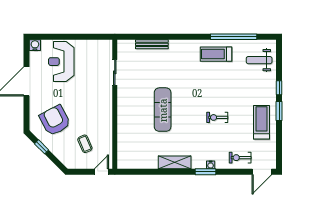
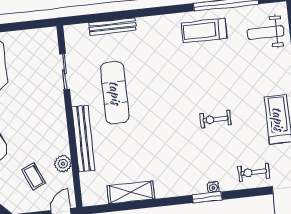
exercise mat: (163, 110) -> (115, 93), moved
bench: (123, 121) -> (83, 139), added
plant: (107, 137) -> (63, 164), added
shelving: (175, 162) -> (131, 192), moved

